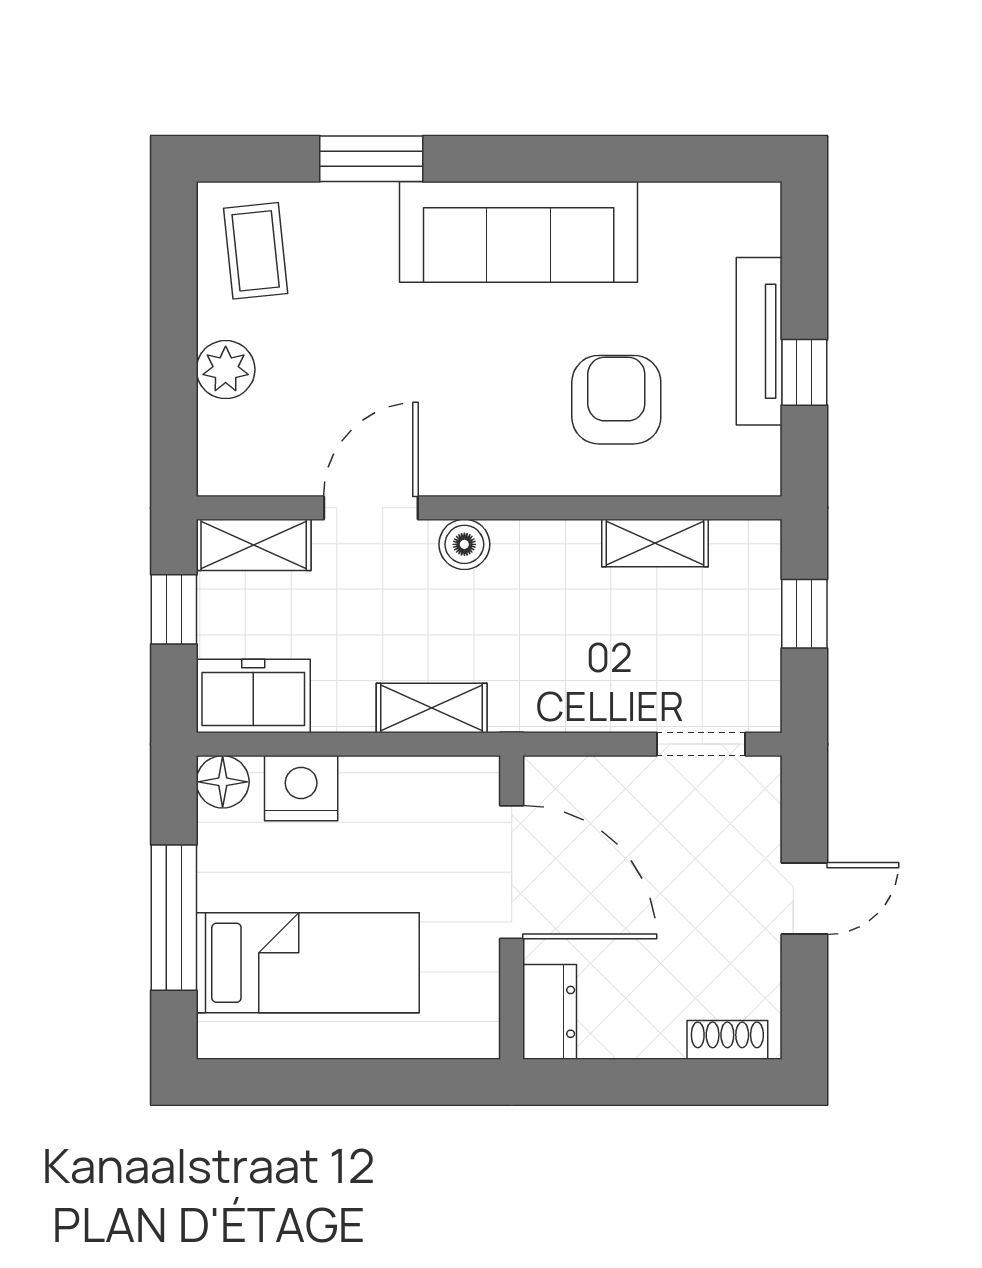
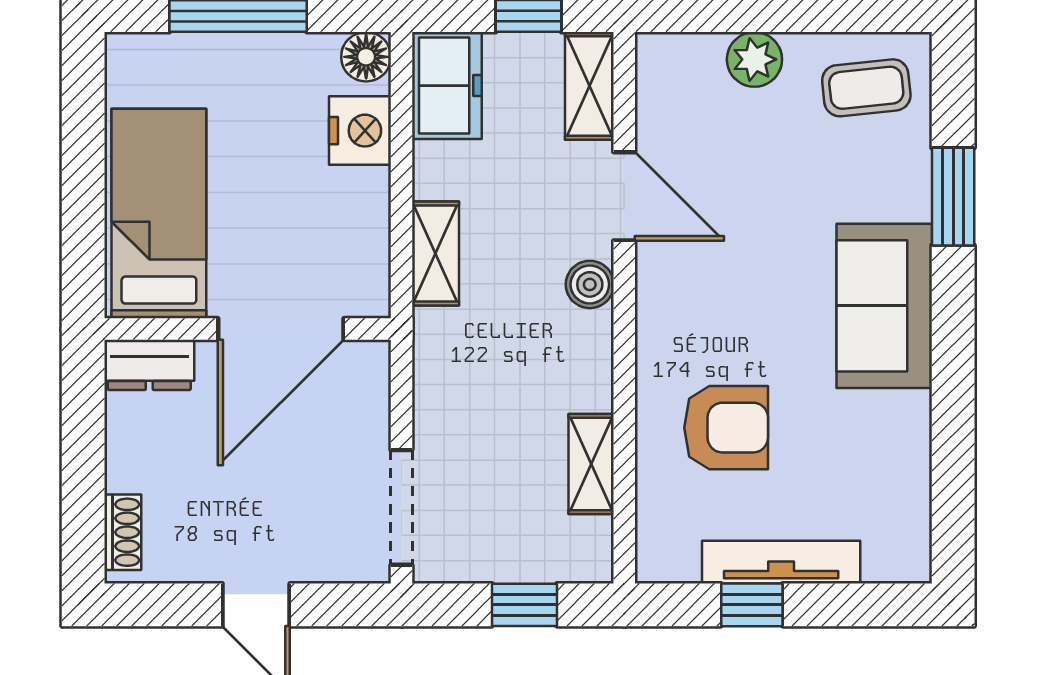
sofa: (519, 232) -> (884, 306), width x0.73
doorway: (701, 744) -> (401, 507), width x1.38
bed: (308, 963) -> (159, 213), moved, turned 180

